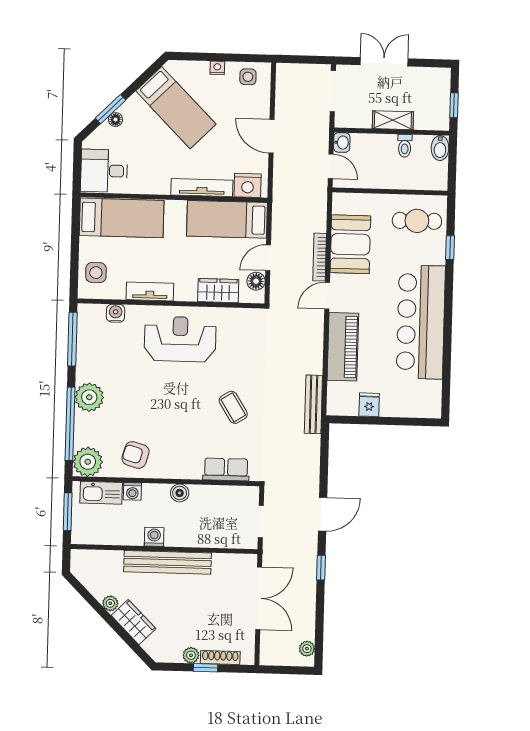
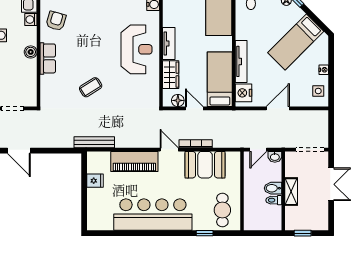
bidet: (440, 148) -> (273, 188), moved
tv unit: (150, 291) -> (169, 43), moved
row of seats: (226, 469) -> (48, 58), moved

